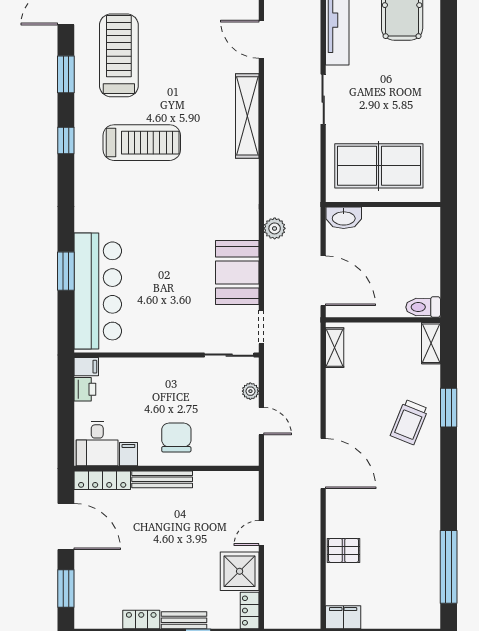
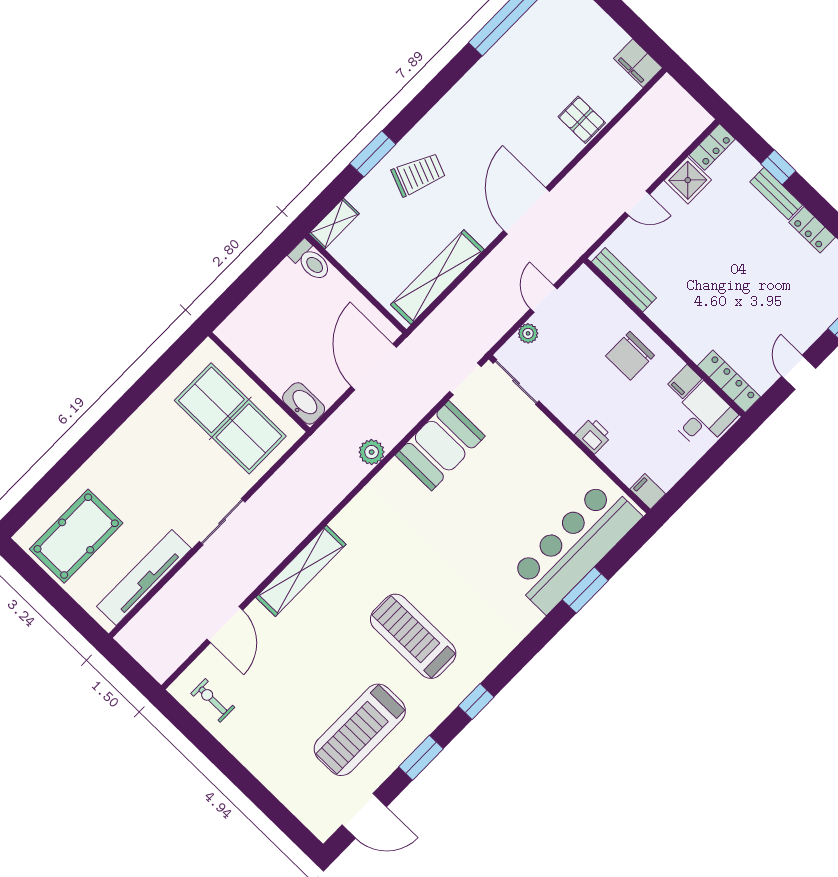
shelving: (335, 348) -> (437, 277), width x2.20, depth x1.33
printer: (85, 389) -> (593, 436), moved, turned 90
bench: (162, 479) -> (624, 280), moved
door: (66, 526) -> (799, 372), width x0.53
shower: (240, 571) -> (688, 180), width x0.73, depth x0.73

